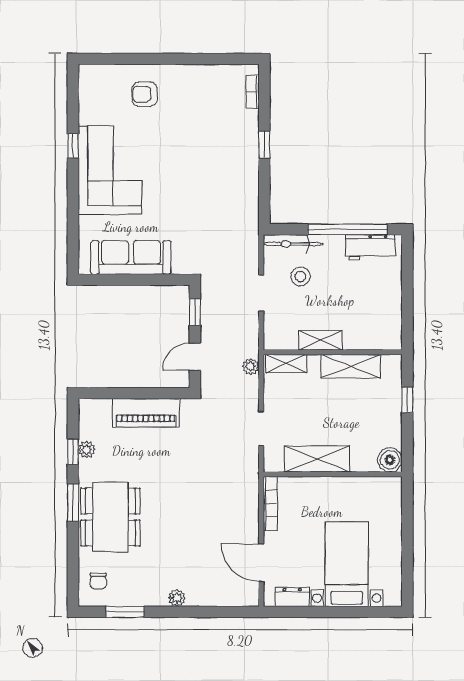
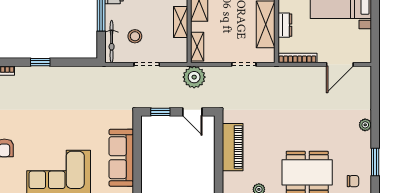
plant: (251, 366) -> (194, 77), width x1.88, depth x1.88
dresser: (292, 597) -> (285, 25), moved, turned 180

